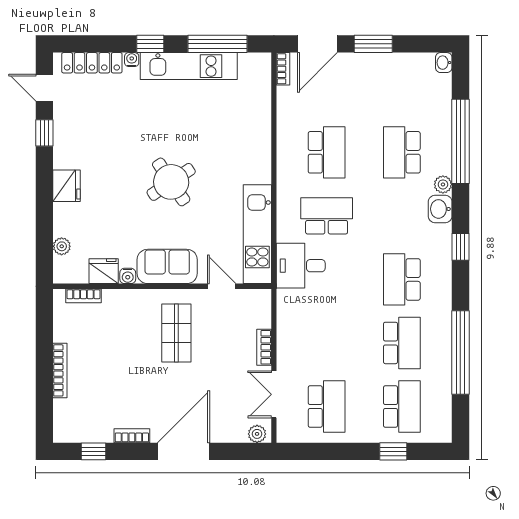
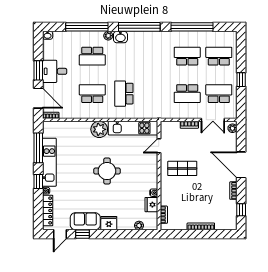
plant: (255, 166) -> (99, 129), added
round table: (171, 182) -> (107, 171), turned 34
window: (460, 247) -> (139, 27), width x3.17
sofa: (167, 266) -> (85, 221), moved, turned 90
desk: (301, 266) -> (55, 71), moved, turned 90
school desk: (402, 279) -> (187, 94), moved
window: (393, 451) -> (241, 80), moved

